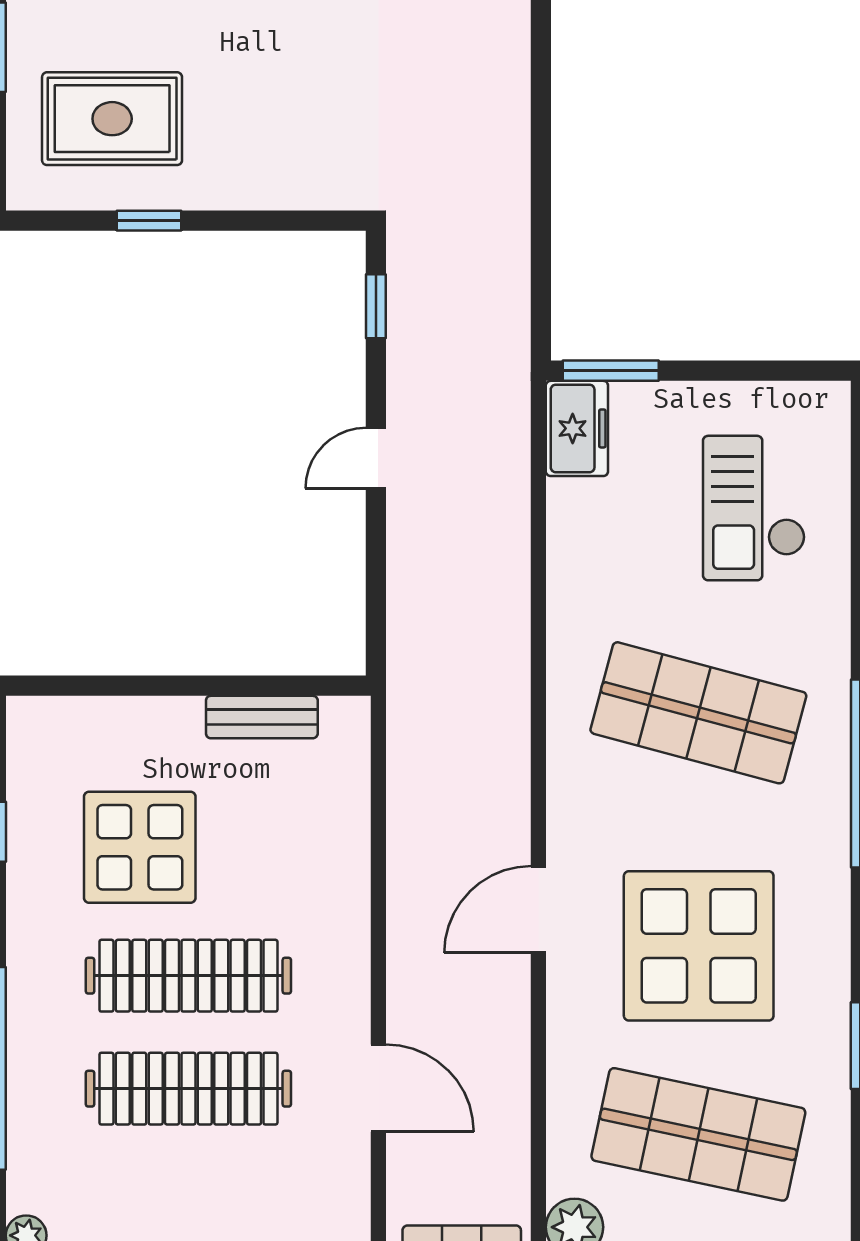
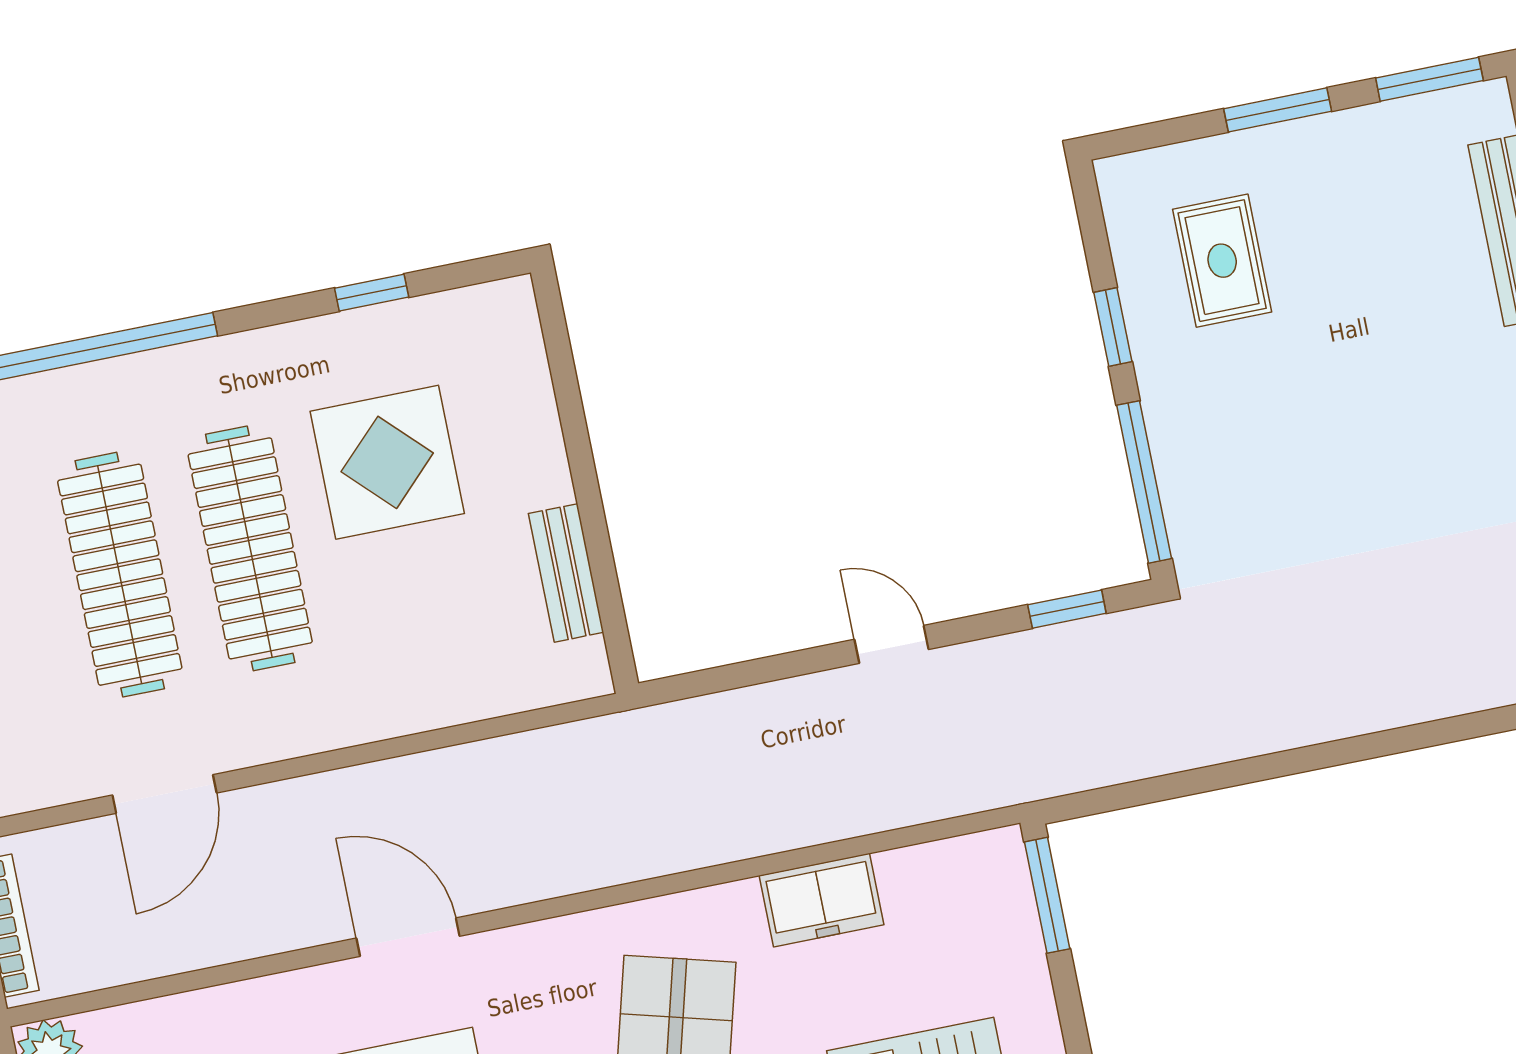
rug: (112, 119) -> (1222, 261), width x0.73, depth x0.70
window: (283, 221) -> (1144, 482), added
freezer: (577, 428) -> (821, 900), moved

